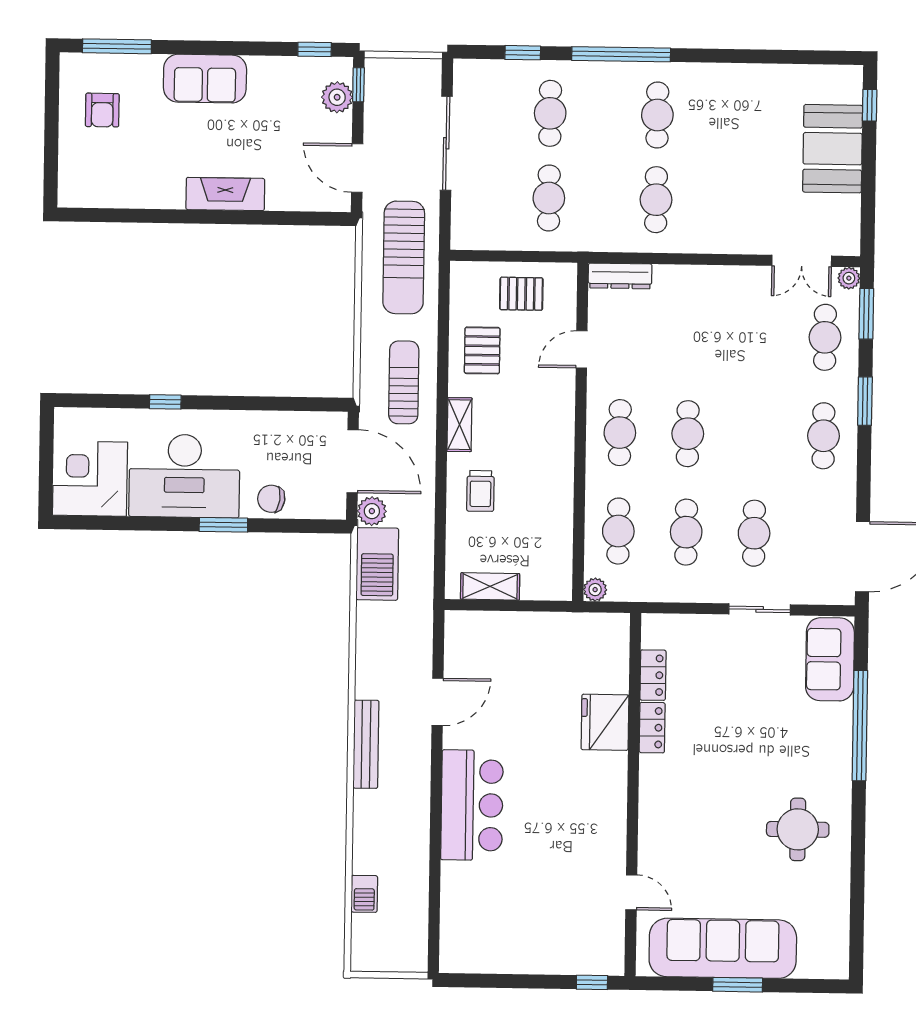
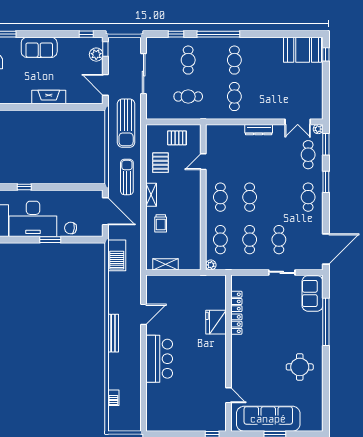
booth: (833, 149) -> (303, 50), moved, turned 90
cafe table: (549, 198) -> (188, 97), turned 90
dresser: (620, 276) -> (259, 130), moved
plant: (372, 511) -> (114, 233), removed

